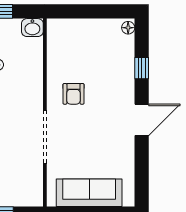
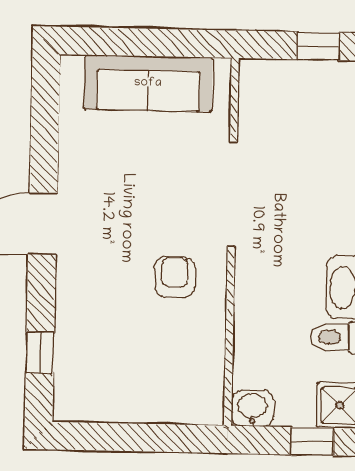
floor lamp: (128, 28) -> (65, 404), removed
window: (142, 68) -> (40, 352), moved

